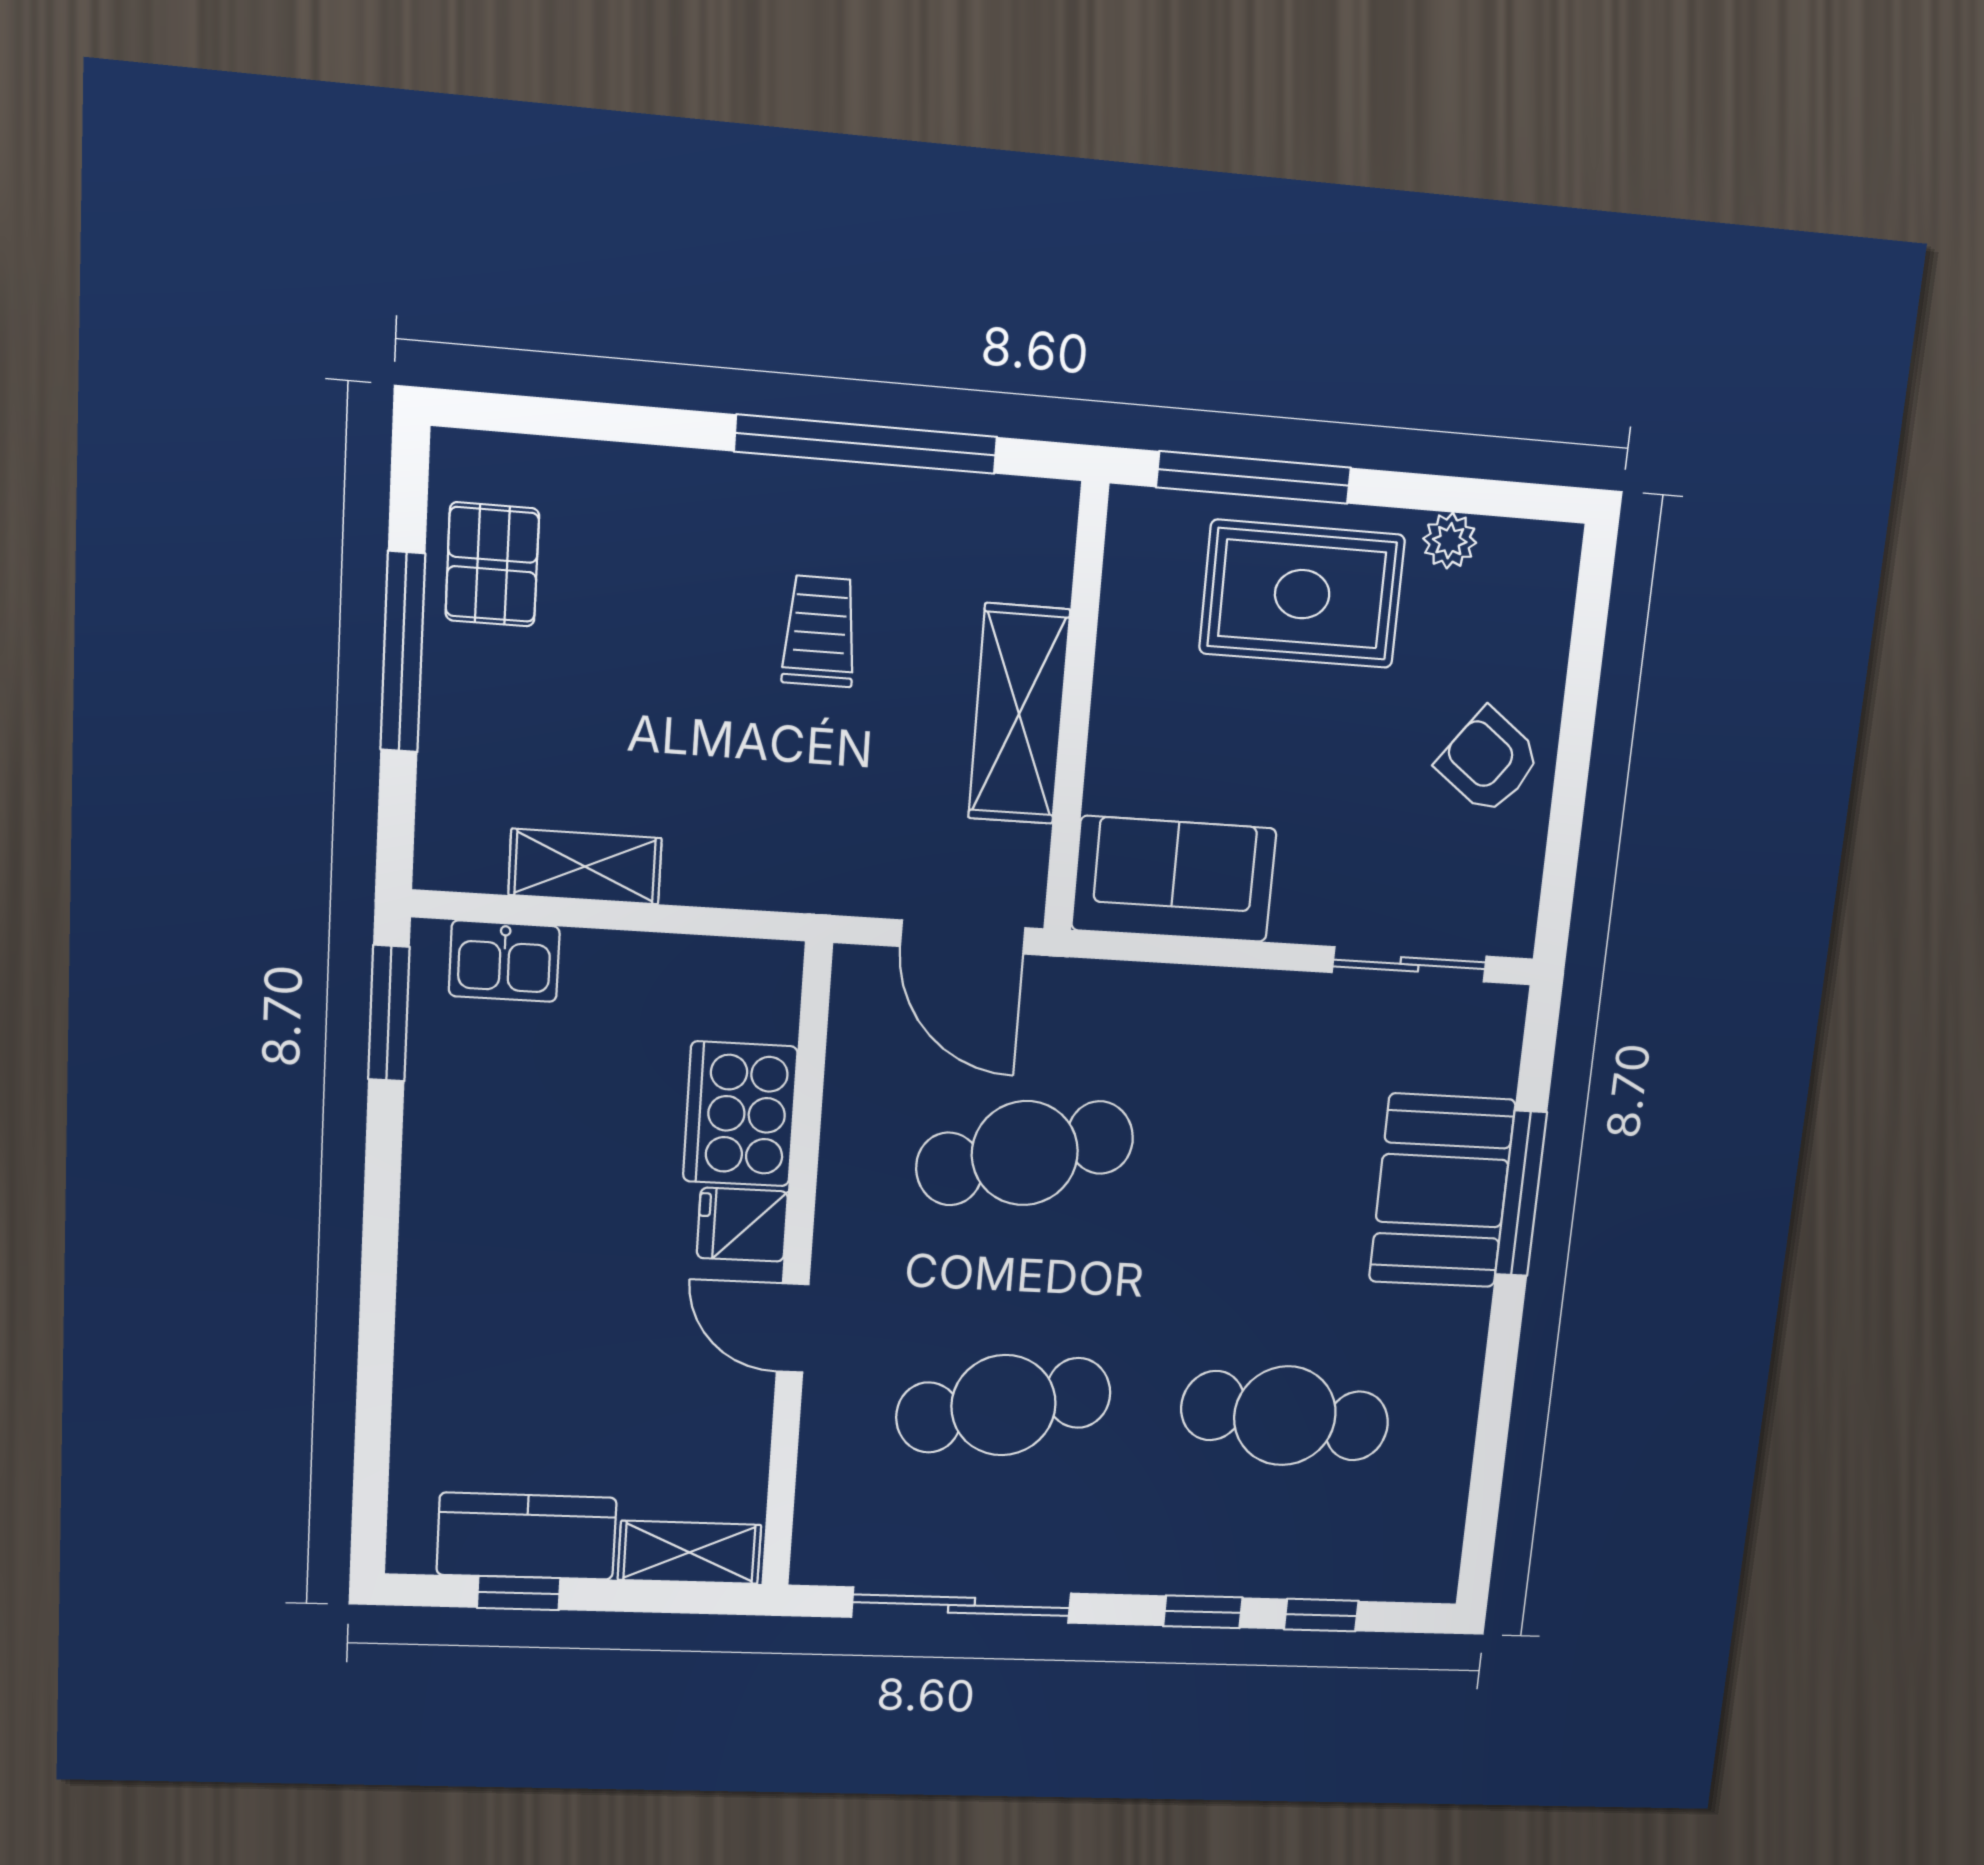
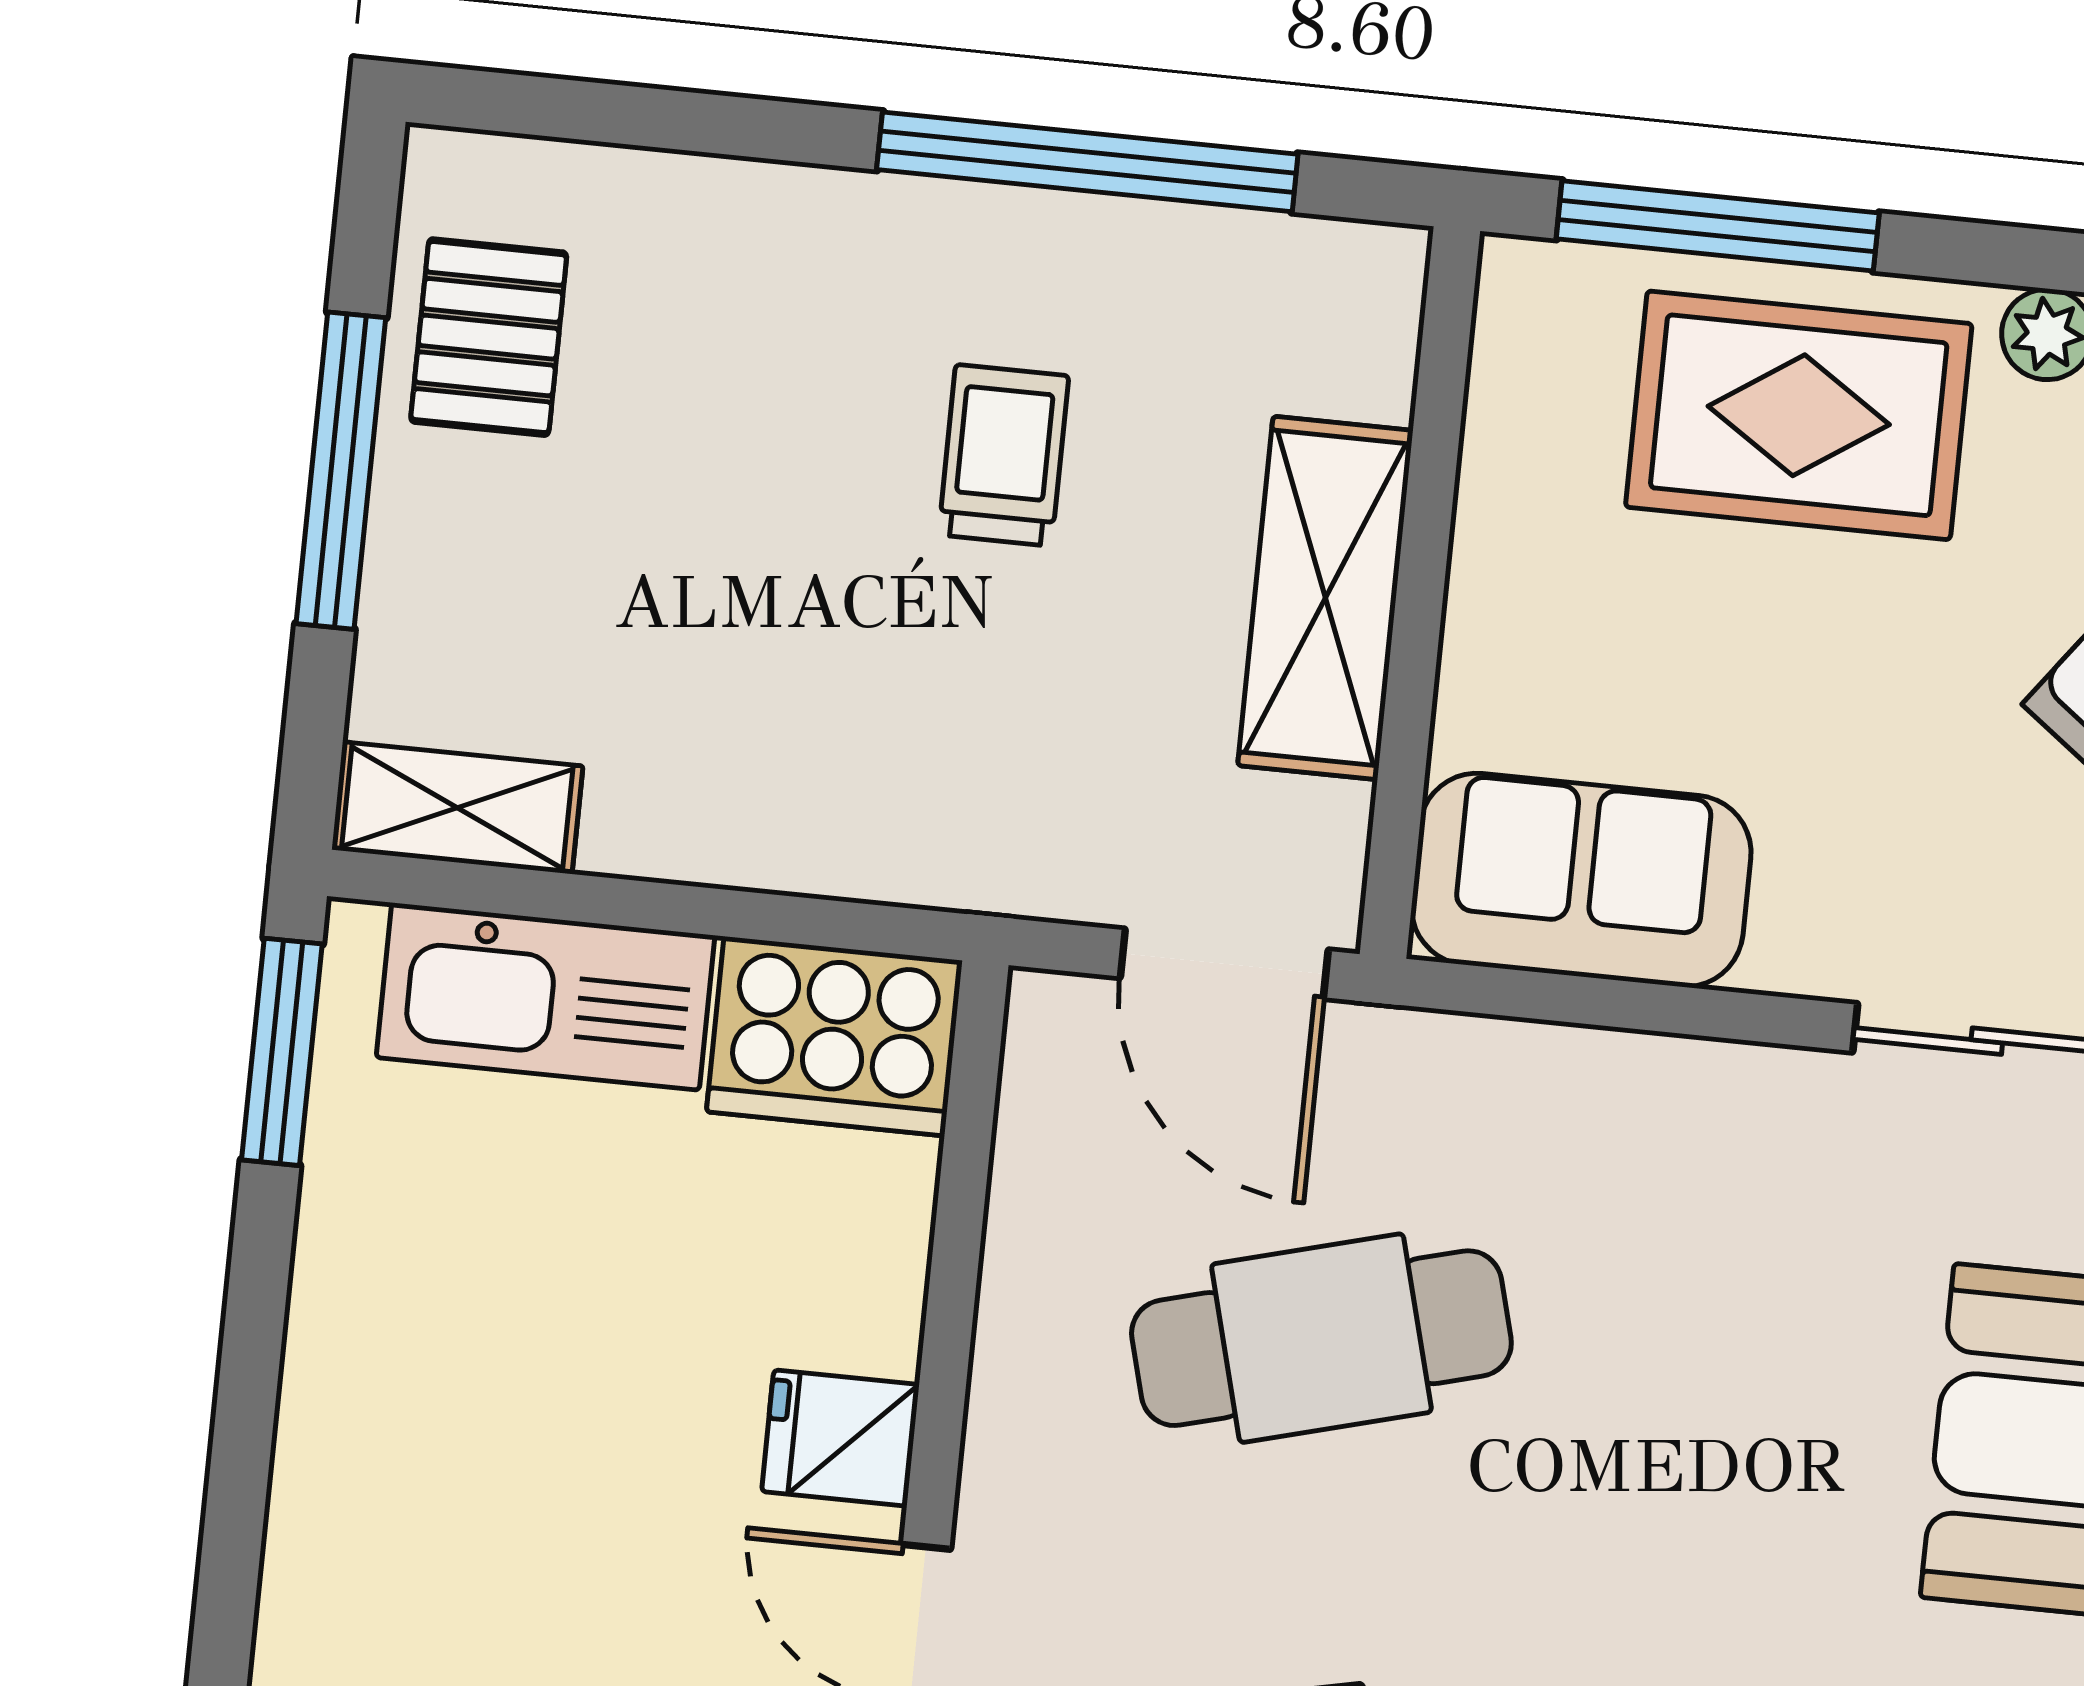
shelving: (585, 867) -> (457, 808), moved
kitchen sink: (504, 961) -> (546, 996), width x1.87, depth x1.24
cooker: (740, 1114) -> (834, 1036), moved, turned -90

